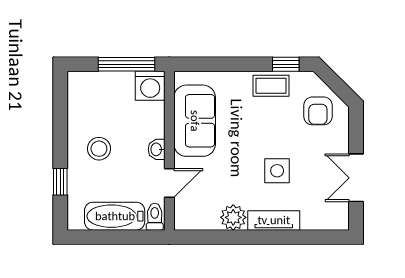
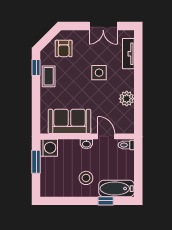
window: (126, 64) -> (36, 162), width x0.69
armchair: (318, 111) -> (64, 48), turned 90
bathtub: (115, 216) -> (117, 189), moved, turned 90
tv unit: (274, 220) -> (128, 54), moved

